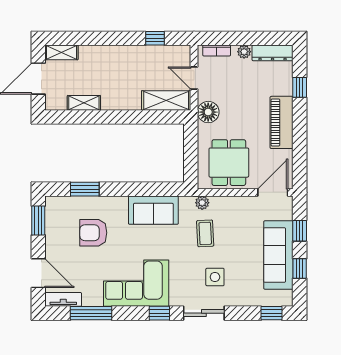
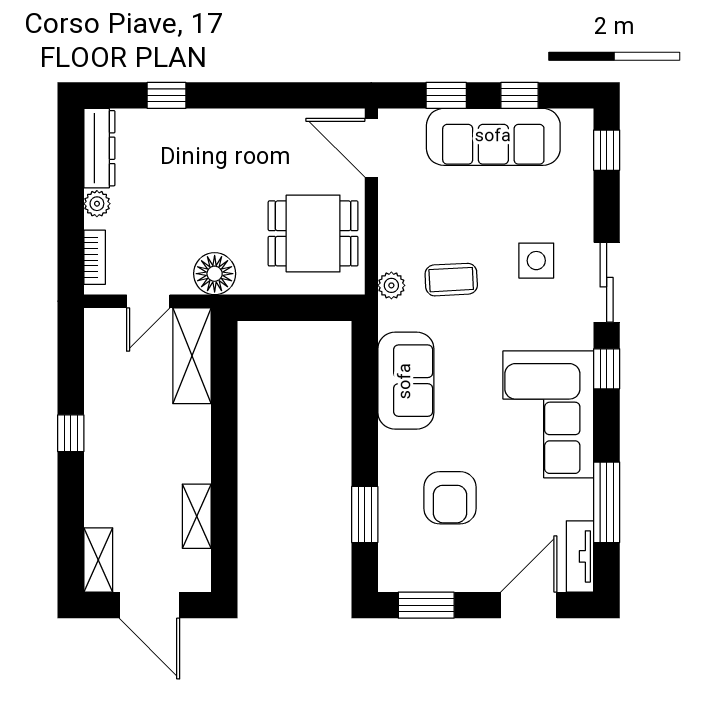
window: (155, 38) -> (71, 433), moved
piano: (282, 122) -> (235, 131), removed

